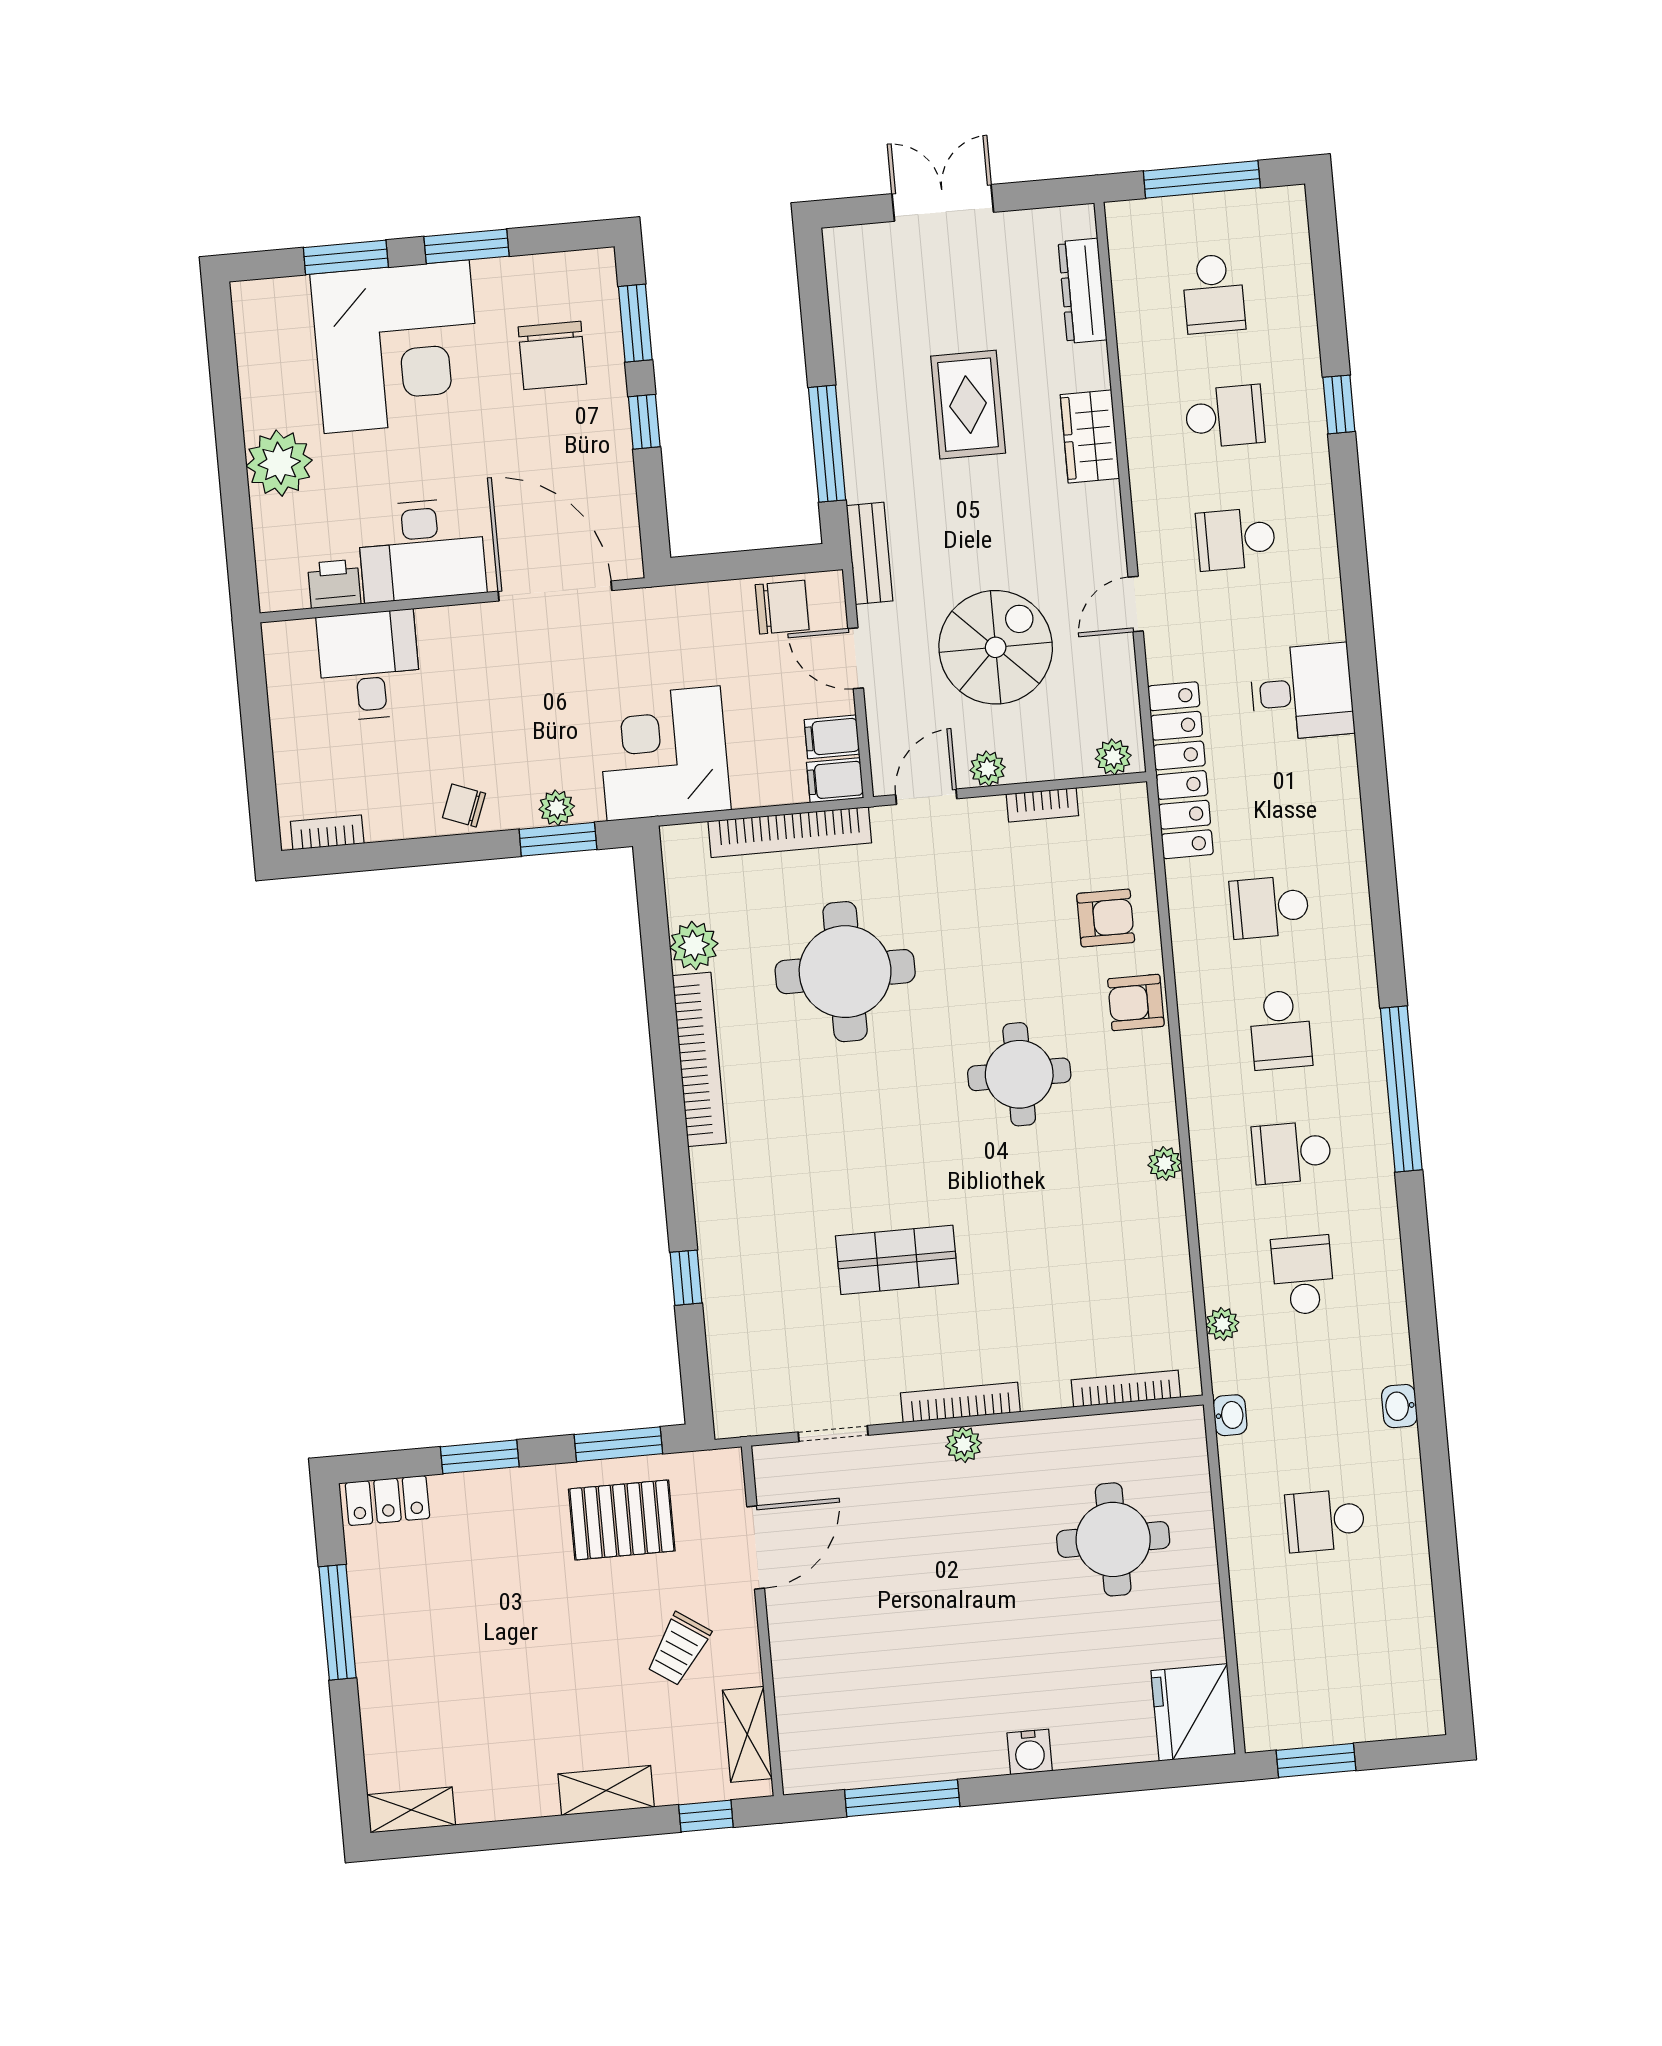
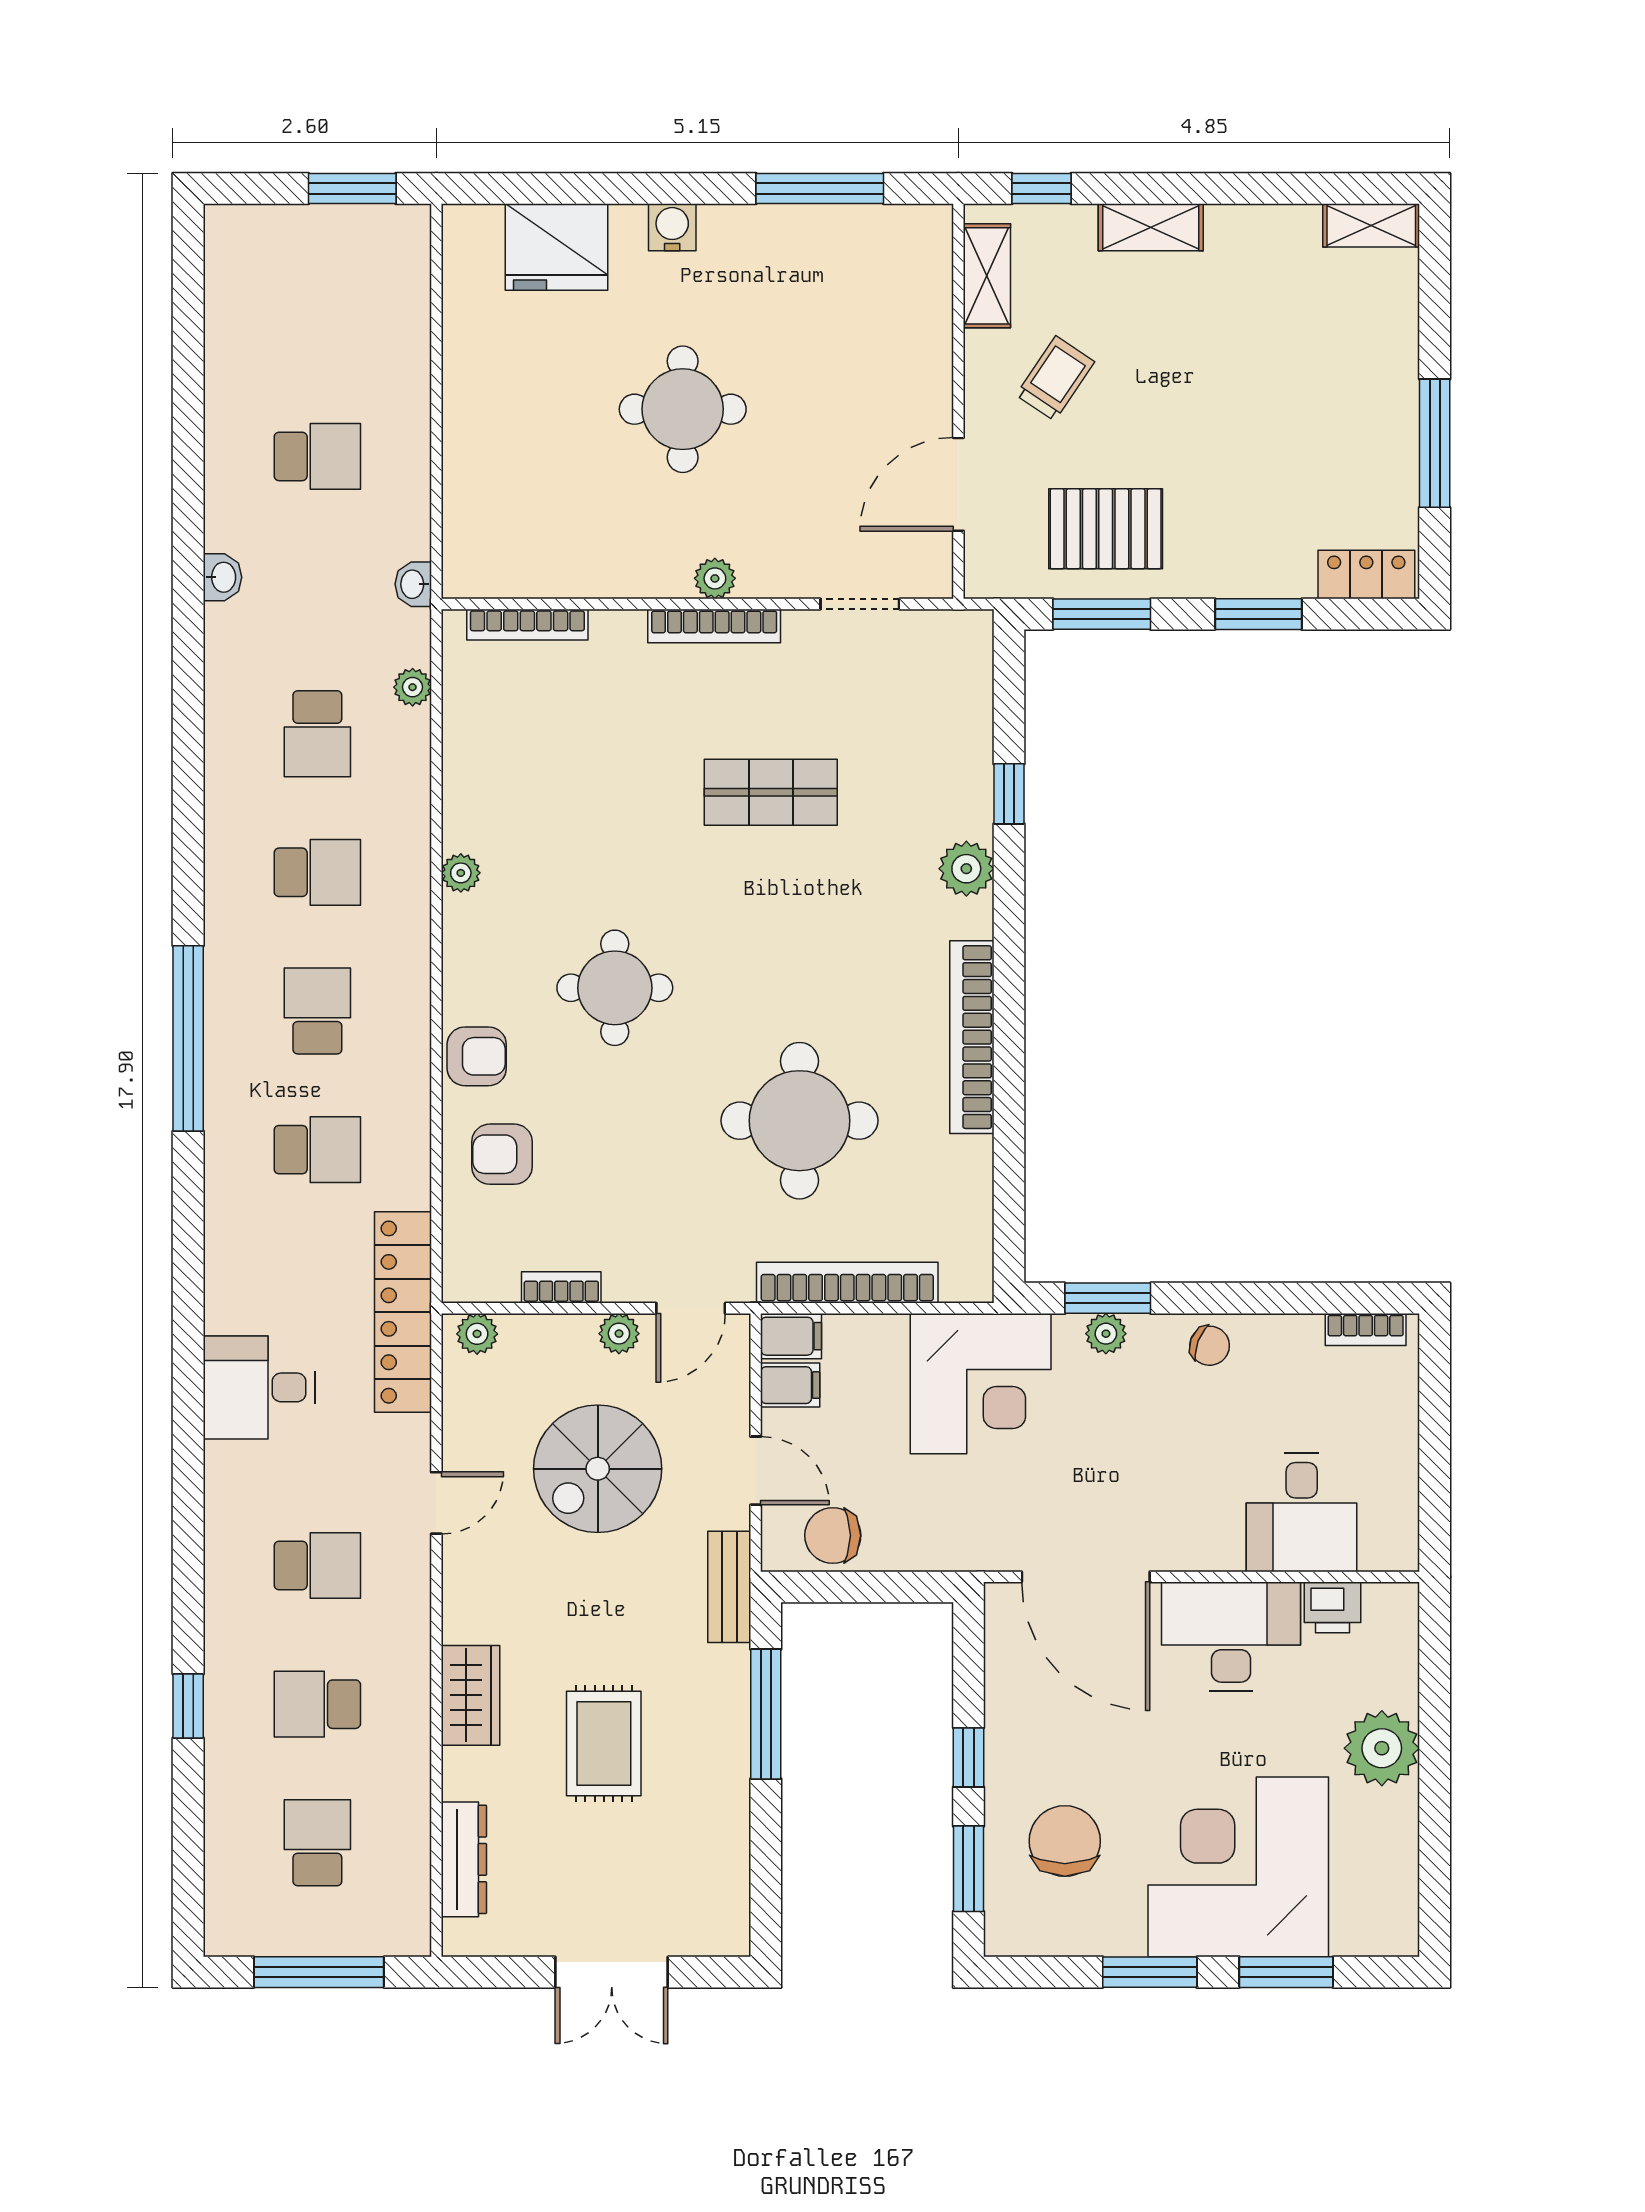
plant: (694, 946) -> (966, 869), moved
window: (1401, 1089) -> (188, 1038), moved
round table: (1113, 1539) -> (683, 409), moved
fridge: (1193, 1712) -> (557, 247), moved, turned 90

